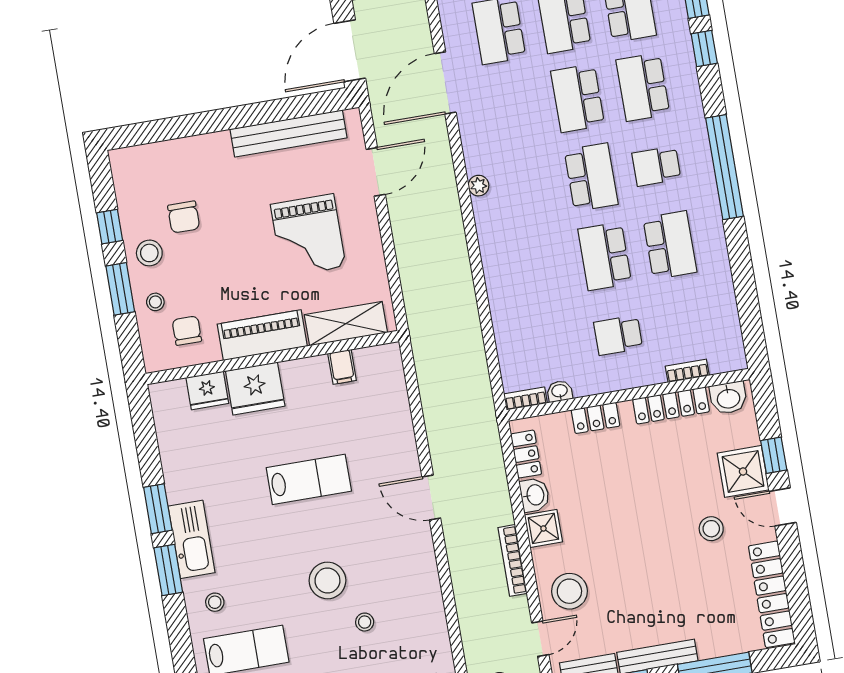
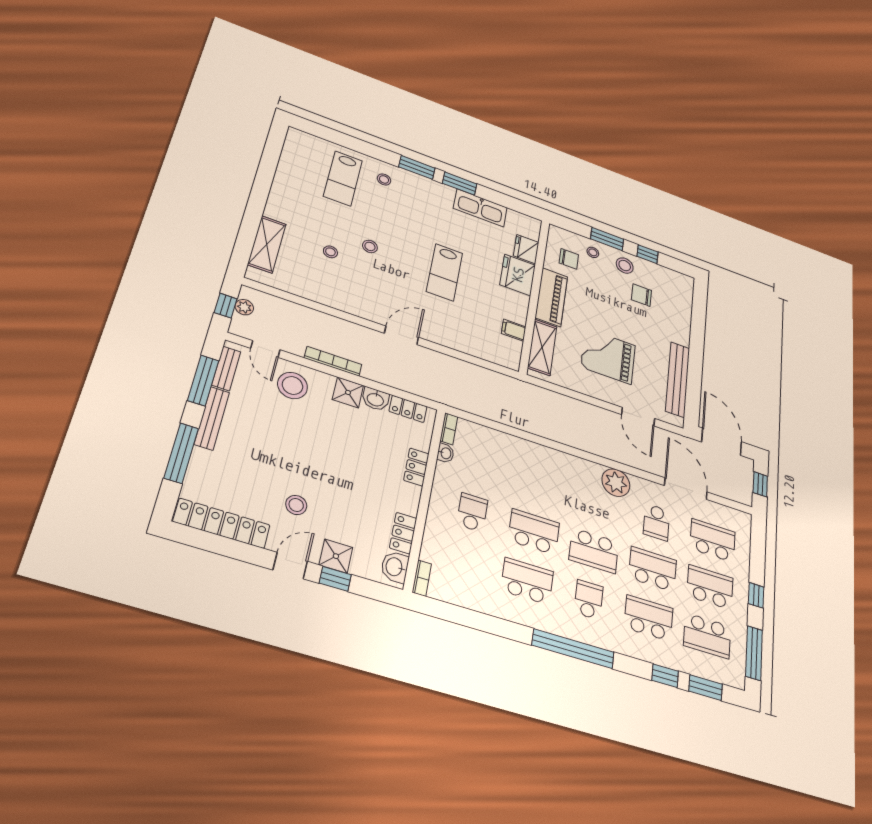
school desk: (512, 109) -> (656, 522), added
plant: (479, 186) -> (616, 483), width x1.88, depth x1.88
school desk: (670, 245) -> (527, 581), turned 180
bookcase: (687, 371) -> (422, 578), moved
locker: (671, 405) -> (403, 533), width x0.66
shower: (743, 471) -> (336, 556), width x0.73, depth x0.73
kitchen sink: (192, 539) -> (480, 208), moved
stool: (327, 580) -> (370, 246), width x0.53, depth x0.53

